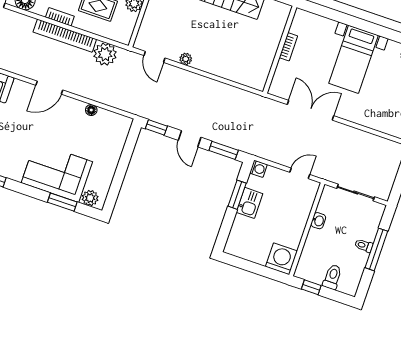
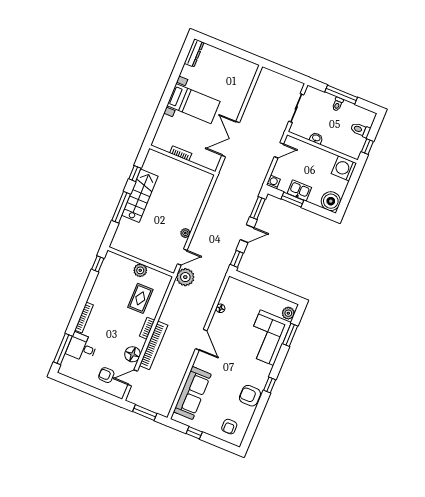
bookcase: (65, 36) -> (154, 345), moved
plant: (105, 54) -> (185, 277), moved
door: (300, 173) -> (279, 150), swing flipped
boiler: (238, 244) -> (331, 201), added

